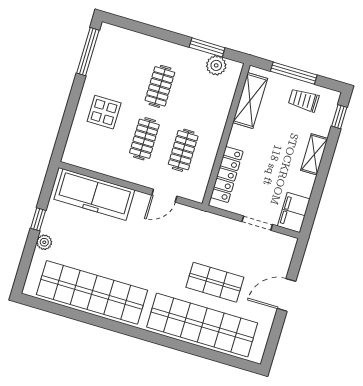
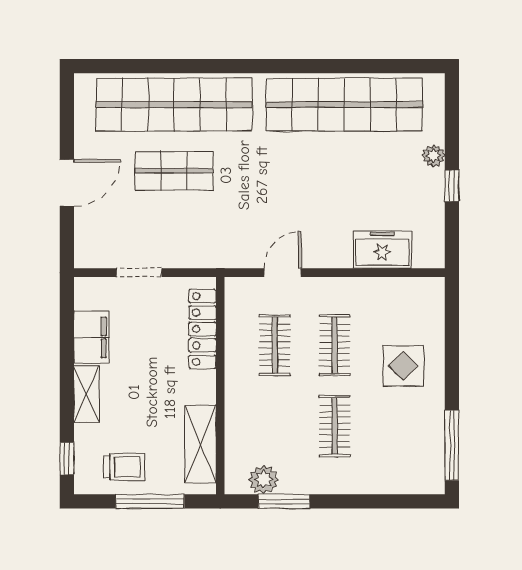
freezer: (94, 195) -> (382, 249), width x0.52, depth x0.79
filing cabinet: (294, 212) -> (91, 337), moved

